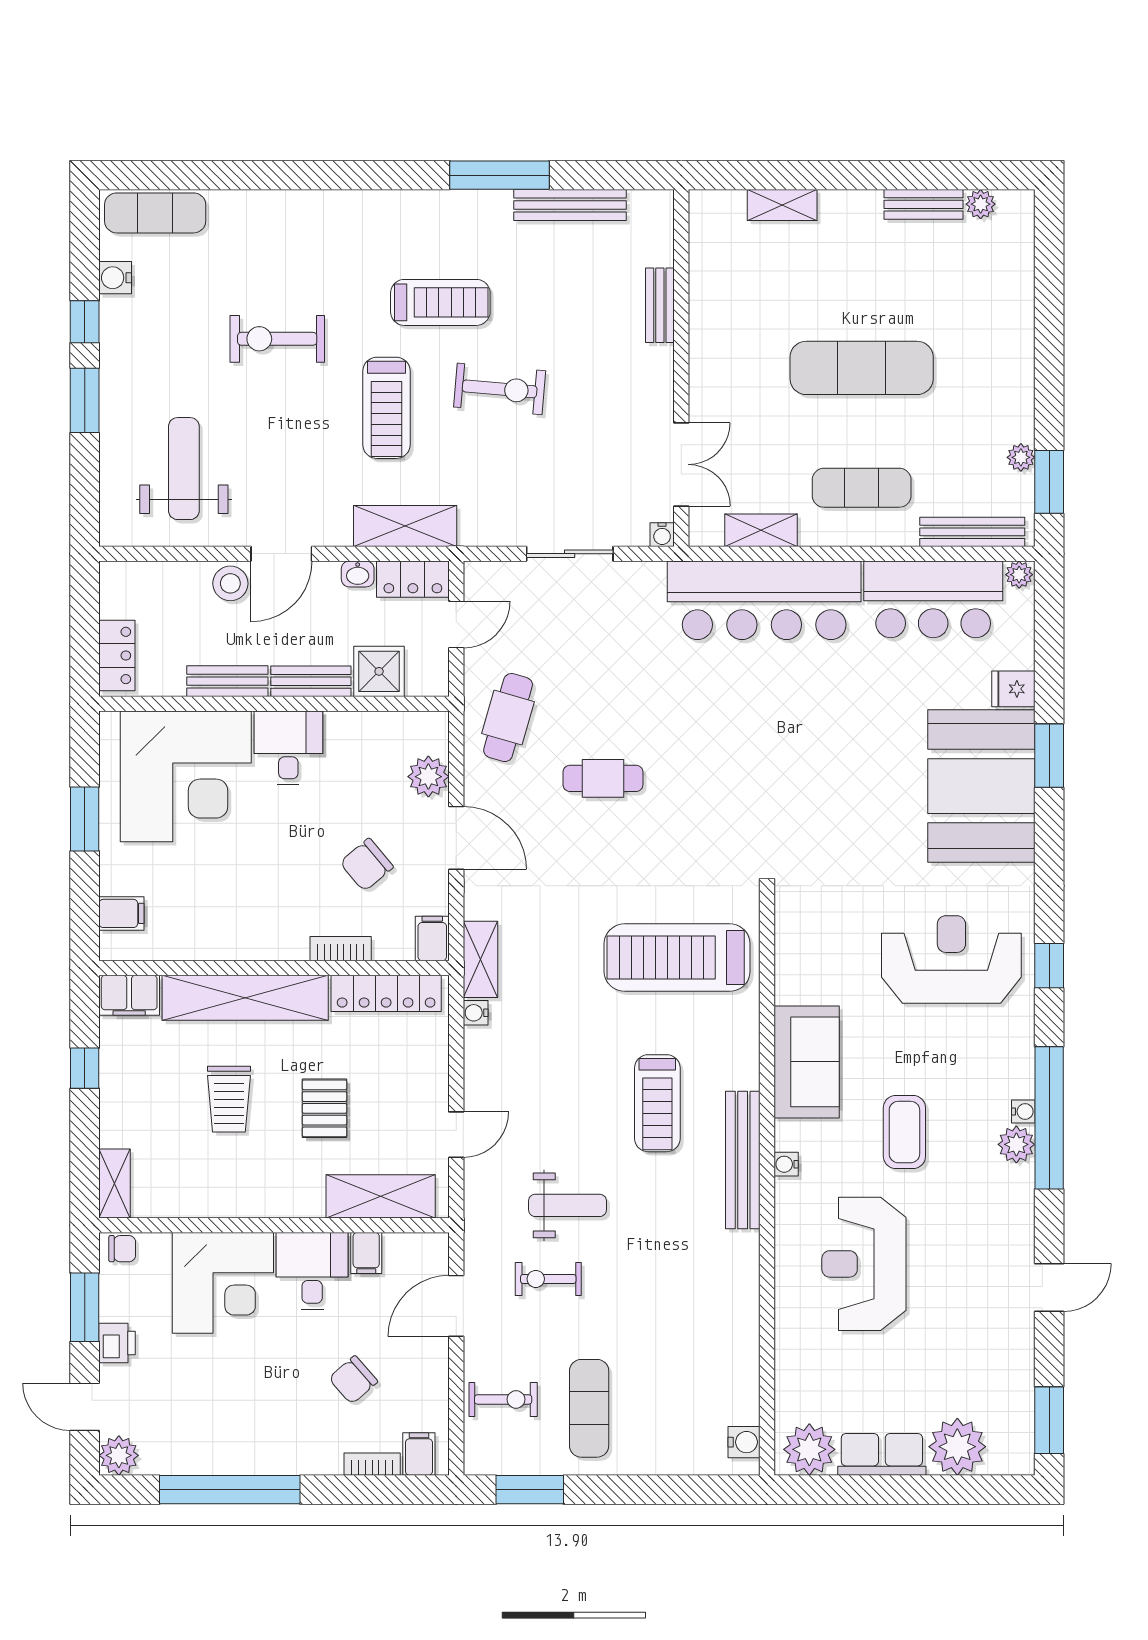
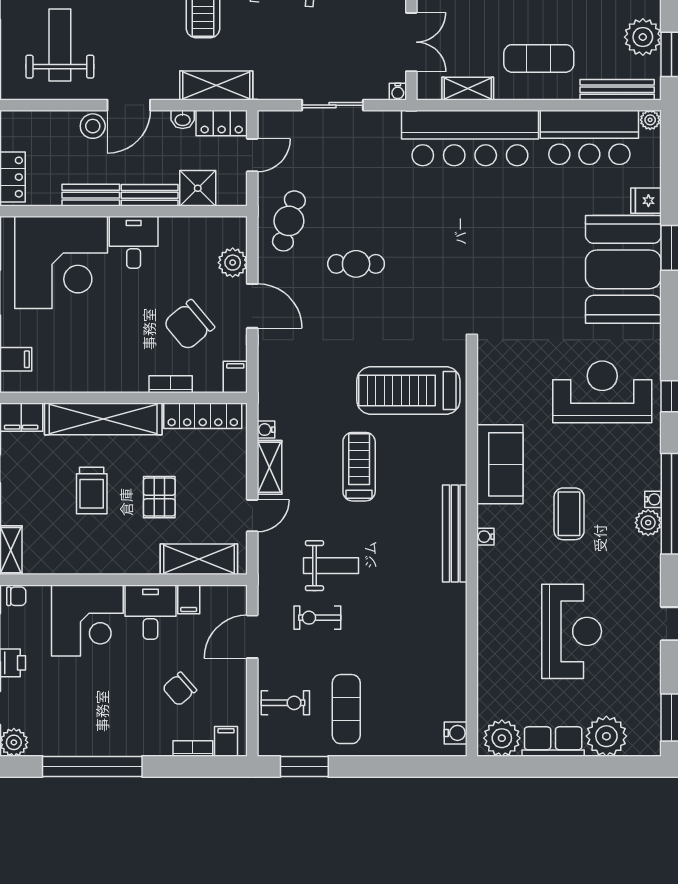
plant: (1021, 457) -> (643, 37), width x1.88, depth x1.88
chair: (367, 865) -> (189, 325), width x1.37, depth x1.37
shelving: (481, 959) -> (269, 467), moved
treadmill: (657, 1103) -> (359, 467), moved, turned 180
reception desk: (864, 1264) -> (572, 631), moved, turned 180

